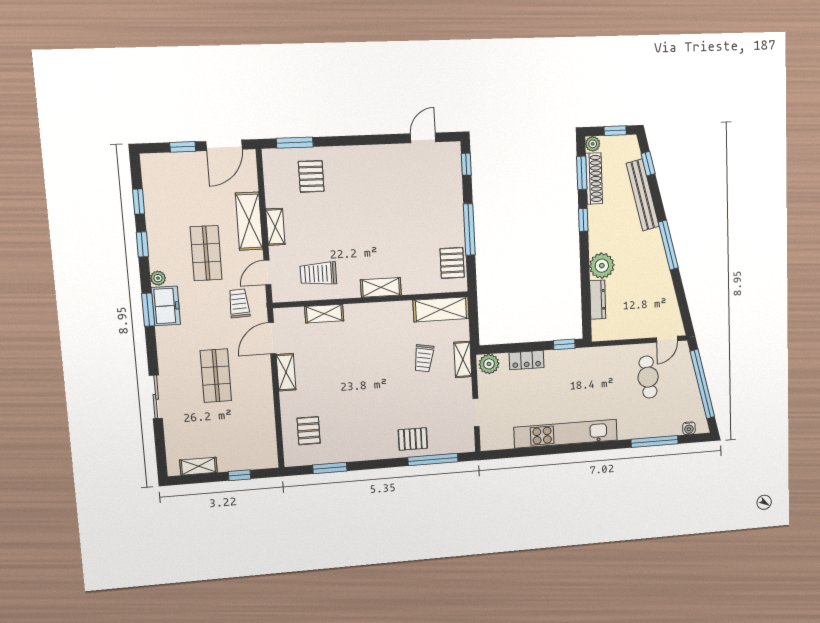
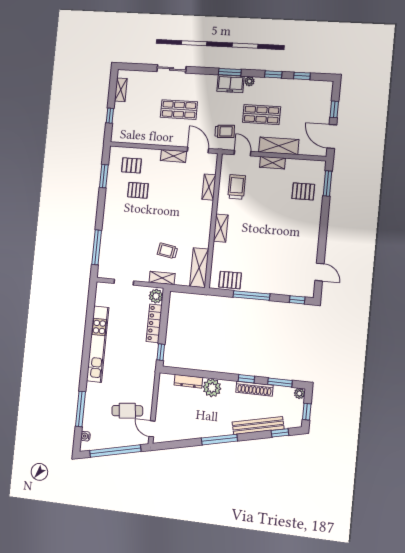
shoe rack: (594, 179) -> (254, 389), moved
locker: (527, 360) -> (154, 323), width x1.53
pallet: (413, 439) -> (138, 190), moved, turned 90

